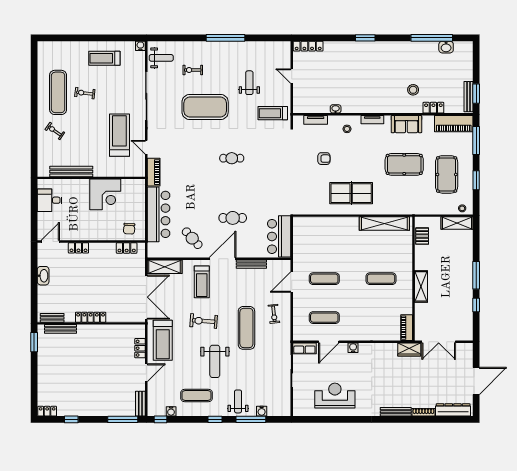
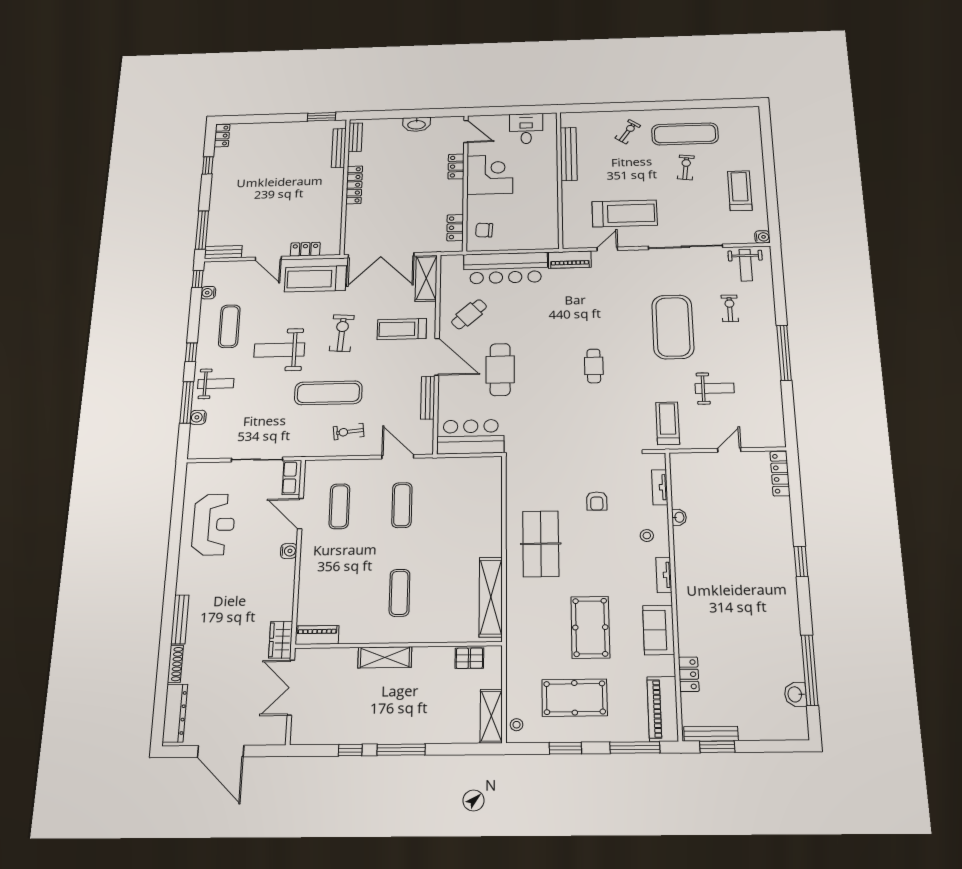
stool: (413, 90) -> (718, 640), removed
corner desk: (105, 194) -> (490, 175), moved, turned 180
cafe table: (233, 218) -> (500, 370), width x1.37, depth x1.35

